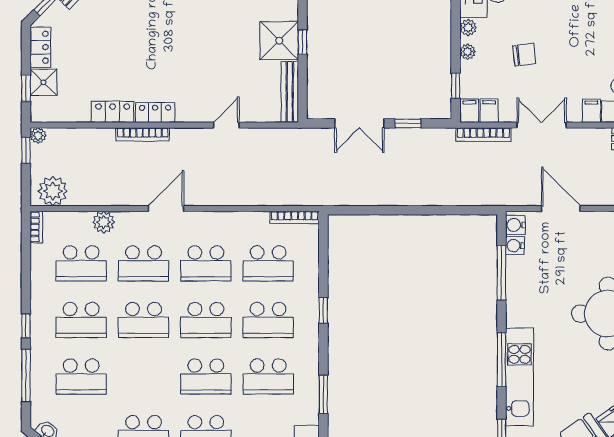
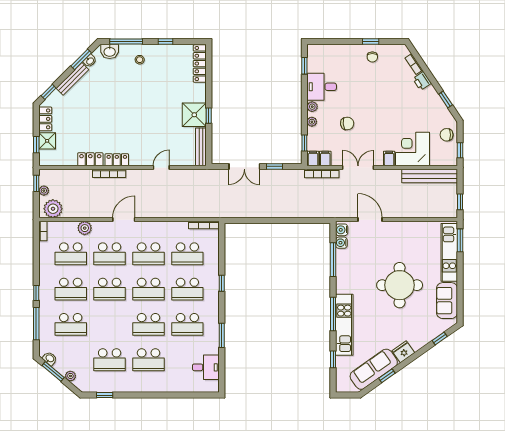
plant: (38, 136) -> (44, 191), moved

